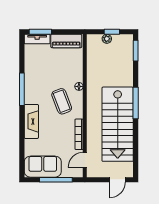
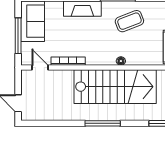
coffee table: (62, 101) -> (129, 21), moved
stairs: (118, 124) -> (115, 87), moved, turned 180

